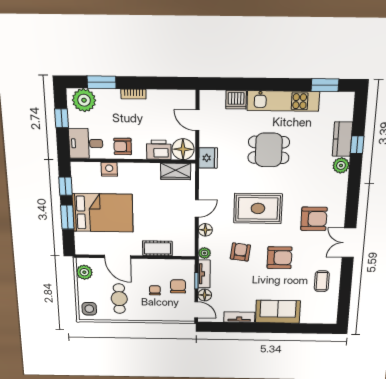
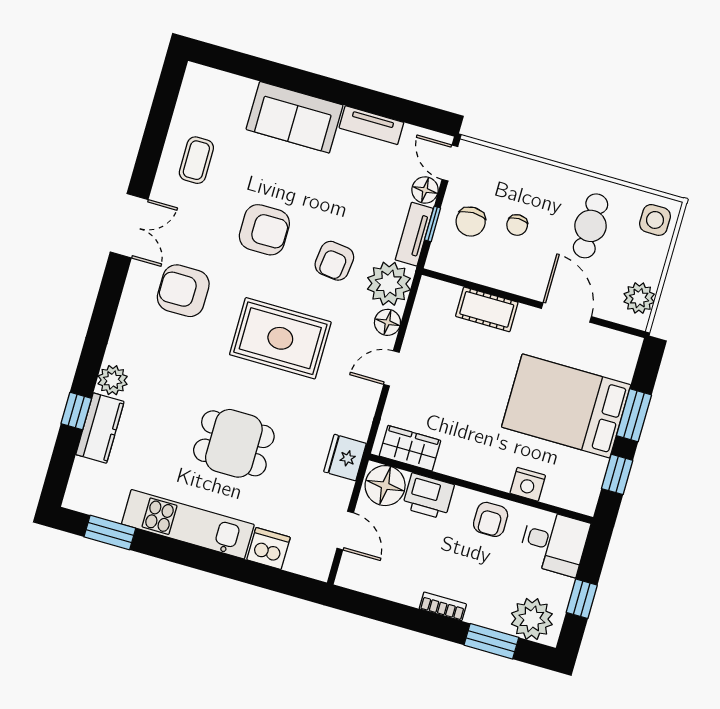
armchair: (123, 146) -> (491, 519), turned 90
plant: (204, 253) -> (389, 284), width x1.87, depth x1.87
armchair: (280, 258) -> (264, 230), turned 180

